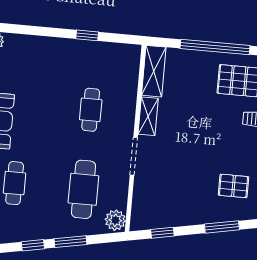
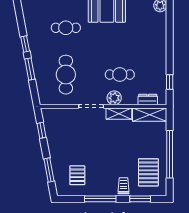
window: (87, 35) -> (170, 82), moved
dresser: (131, 72) -> (148, 100), added
cafe table: (83, 189) -> (66, 75), turned 90
plant: (115, 220) -> (114, 98), moved

